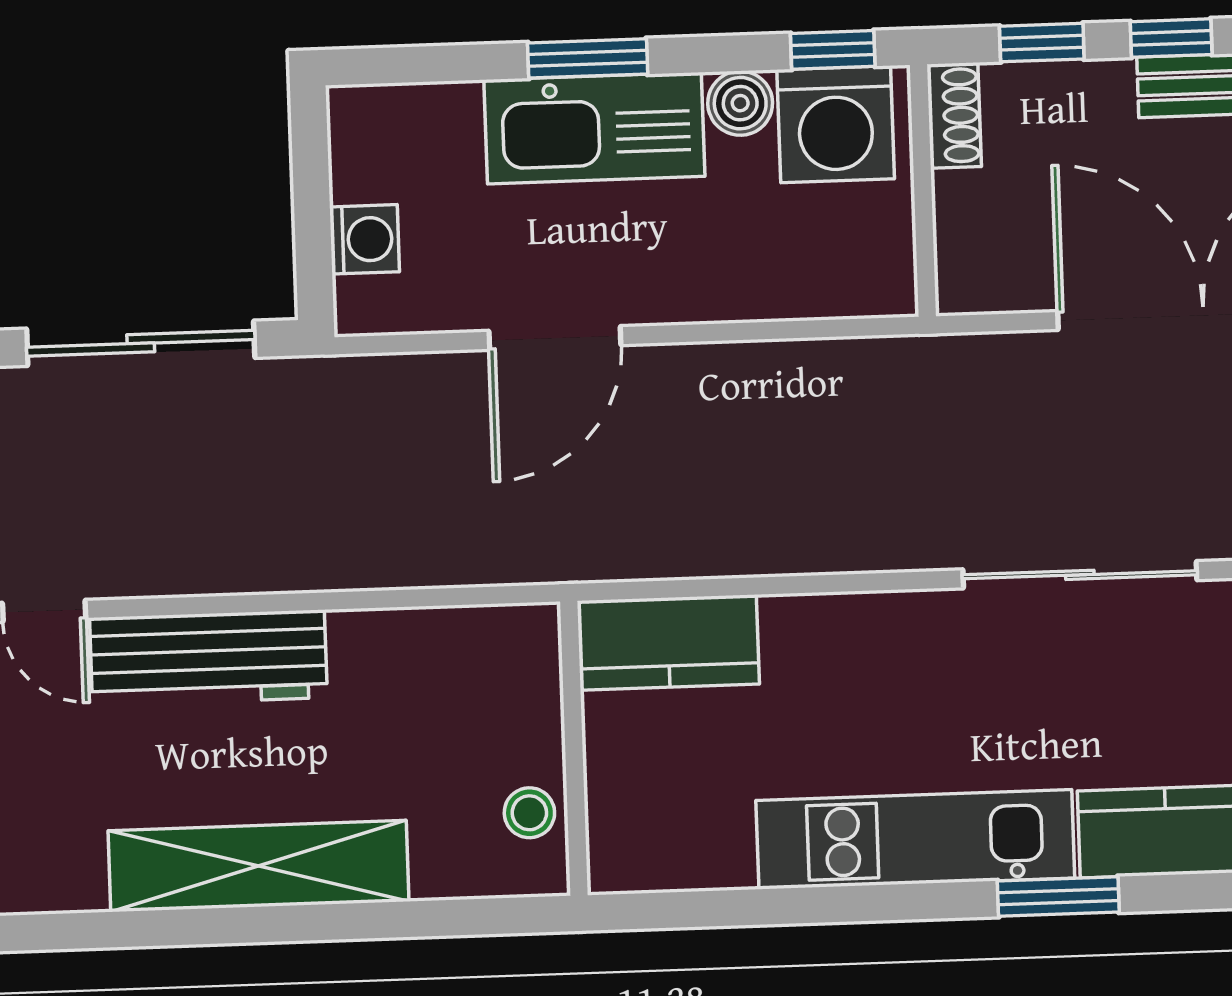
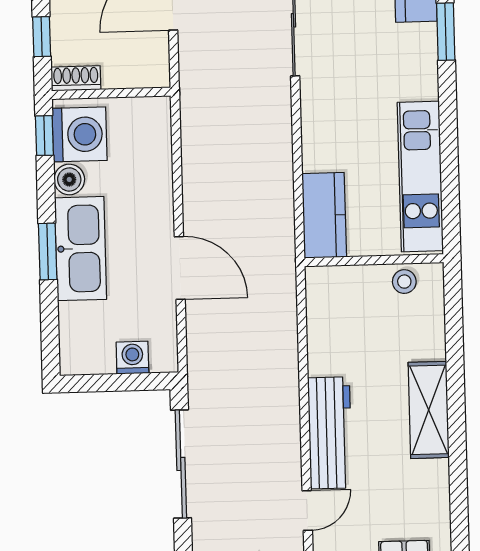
kitchen unit: (915, 839) -> (420, 176), moved
shelving: (258, 866) -> (429, 410), width x0.68

